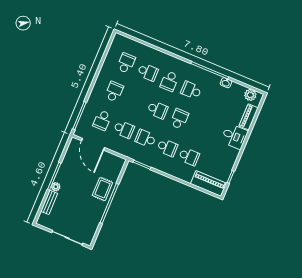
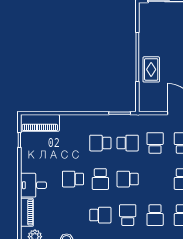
school desk: (148, 72) -> (155, 215), turned -90
school desk: (124, 129) -> (155, 143), turned 90
school desk: (189, 157) -> (73, 179), moved

